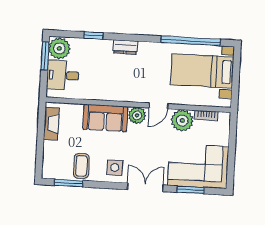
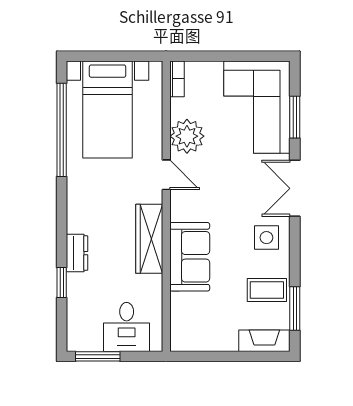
dresser: (125, 47) -> (77, 253), moved
plant: (59, 48) -> (85, 335), removed
wardrobe: (118, 93) -> (149, 239), added
plant: (137, 115) -> (183, 207), removed
bookcase: (206, 115) -> (177, 79), moved
fireplace: (51, 124) -> (264, 341), moved

